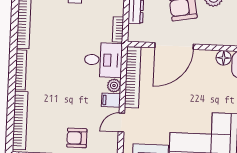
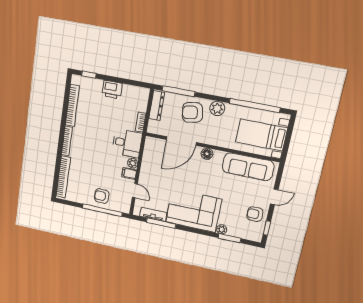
floor lamp: (224, 58) -> (207, 154), moved
bookcase: (133, 77) -> (147, 159), removed
door: (121, 123) -> (135, 191), swing flipped

